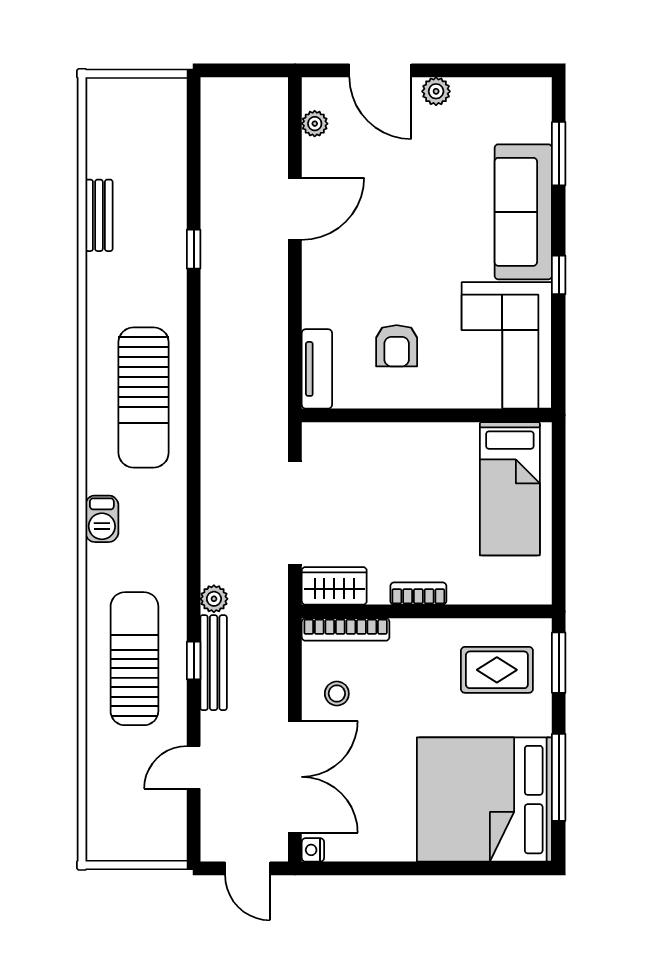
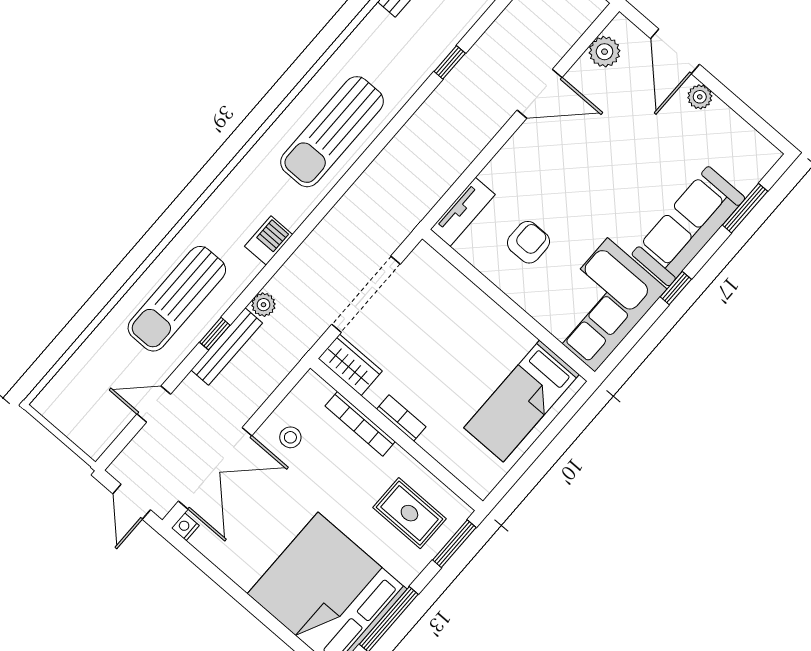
plant: (315, 124) -> (605, 52), width x1.38, depth x1.38
armchair: (397, 346) -> (528, 242), turned 180
barbecue: (102, 519) -> (269, 240), moved, turned 180
bookcase: (346, 629) -> (360, 424), moved
sun lounger: (134, 659) -> (177, 299), turned 180

